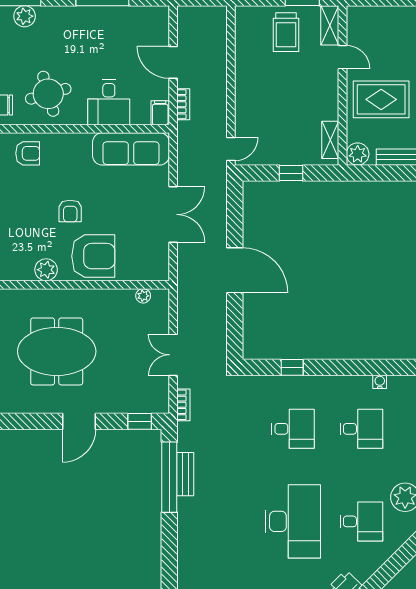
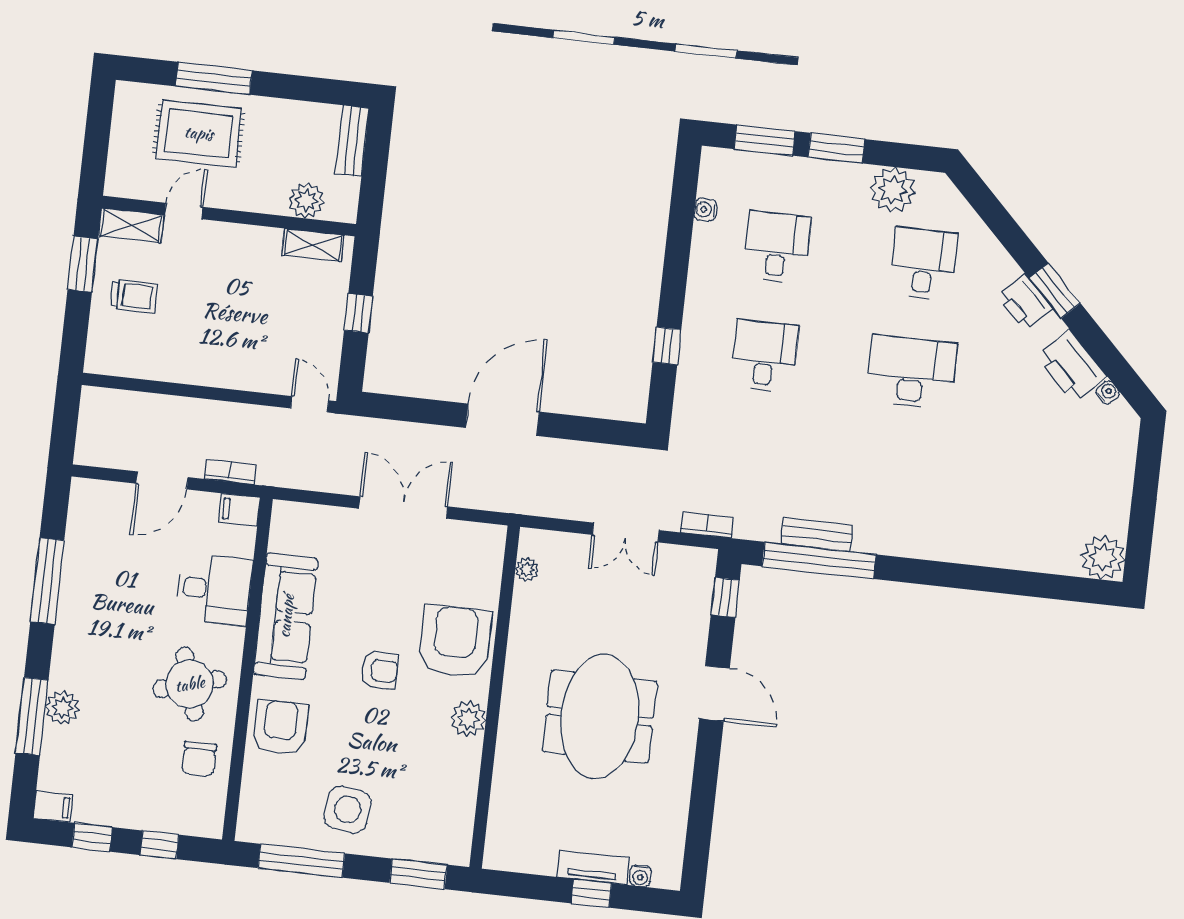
trolley: (286, 32) -> (134, 296), width x0.73, depth x0.72
rug: (381, 99) -> (199, 133), moved, turned 90
sofa: (131, 149) -> (286, 616), moved
armchair: (28, 153) -> (280, 727), width x1.38, depth x1.38
plant: (358, 154) -> (306, 201), moved
desk: (293, 521) -> (911, 372), width x0.73, depth x0.77

